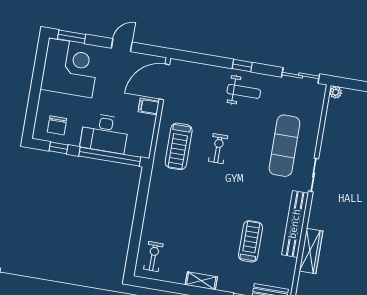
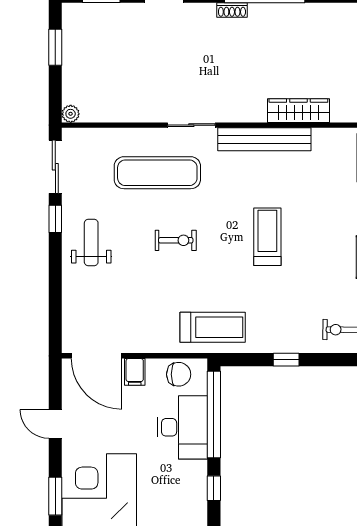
window: (242, 66) -> (55, 219), moved
chair: (57, 125) -> (179, 374), moved
treadmill: (179, 146) -> (213, 327), moved
exercise bike: (218, 149) -> (176, 240), moved, turned 180
window: (139, 213) -> (286, 360), added
treadmill: (251, 241) -> (267, 237), moved, turned 90

